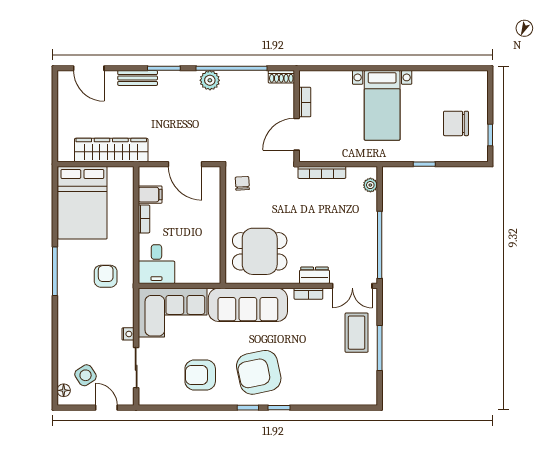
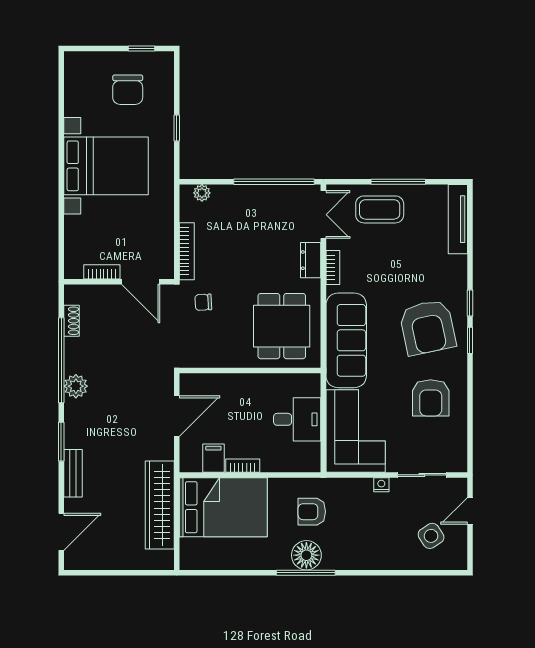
shoe rack: (281, 77) -> (72, 321), moved
bed with nightstands: (382, 105) -> (106, 166), width x1.36
chair: (242, 183) -> (203, 302), moved
bed: (82, 203) -> (223, 507), moved
desk: (156, 264) -> (297, 419), moved
floor lamp: (64, 390) -> (306, 555), moved, width x1.89, depth x1.89
tv unit: (349, 398) -> (458, 219), added

